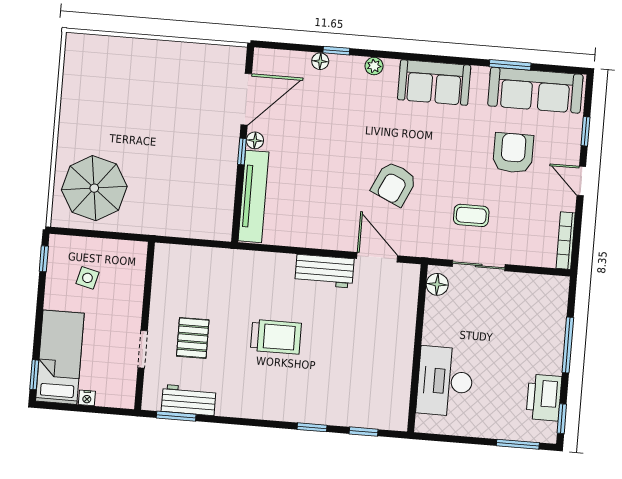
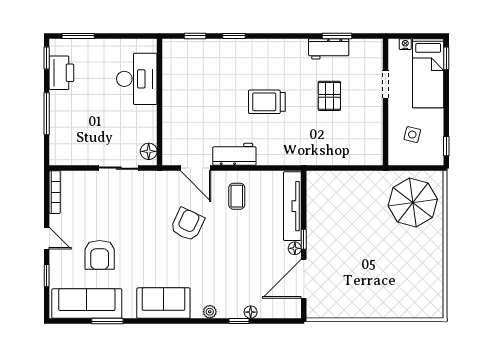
coffee table: (471, 215) -> (237, 196), moved, turned 90
wall: (145, 326) -> (386, 102), moved
doorway: (143, 349) -> (386, 84), moved

